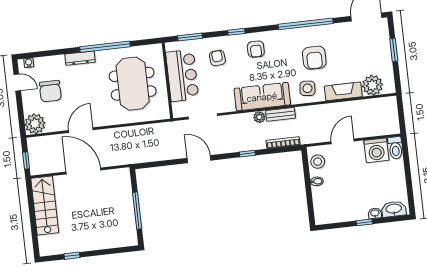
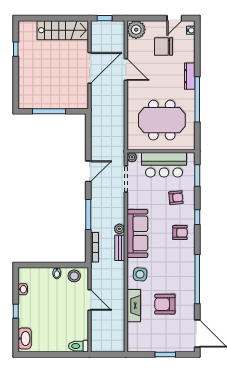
armchair: (256, 49) -> (180, 233), turned 180
armchair: (314, 58) -> (165, 304), moved
plant: (372, 85) -> (132, 157), moved, width x0.53, depth x0.53
washing machine: (376, 150) -> (78, 329), removed
window: (247, 154) -> (88, 215), width x2.17
washbasin: (375, 213) -> (23, 289), moved

